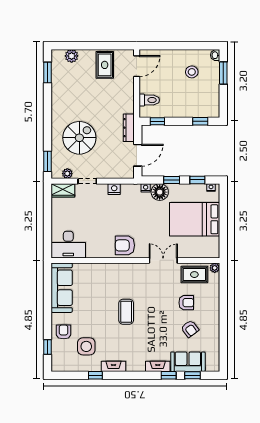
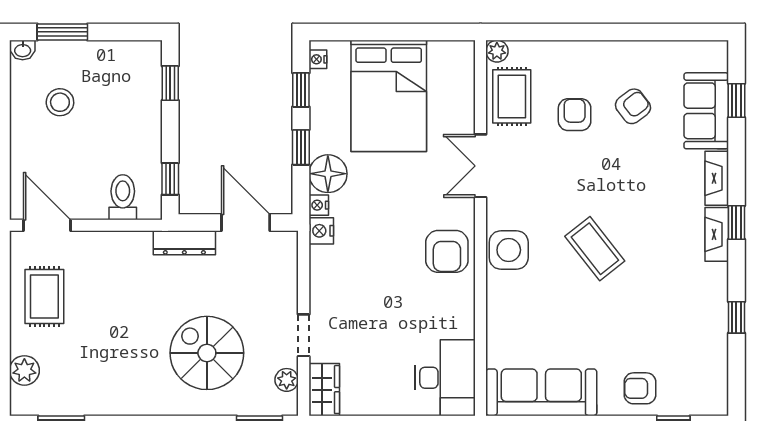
rug: (105, 65) -> (44, 296), turned 90
nightstand: (114, 189) -> (321, 231), moved
coffee table: (126, 312) -> (595, 249), turned 52
side table: (86, 346) -> (509, 250), moved
fireplace: (114, 366) -> (717, 234), moved
window: (169, 375) -> (736, 223), moved

